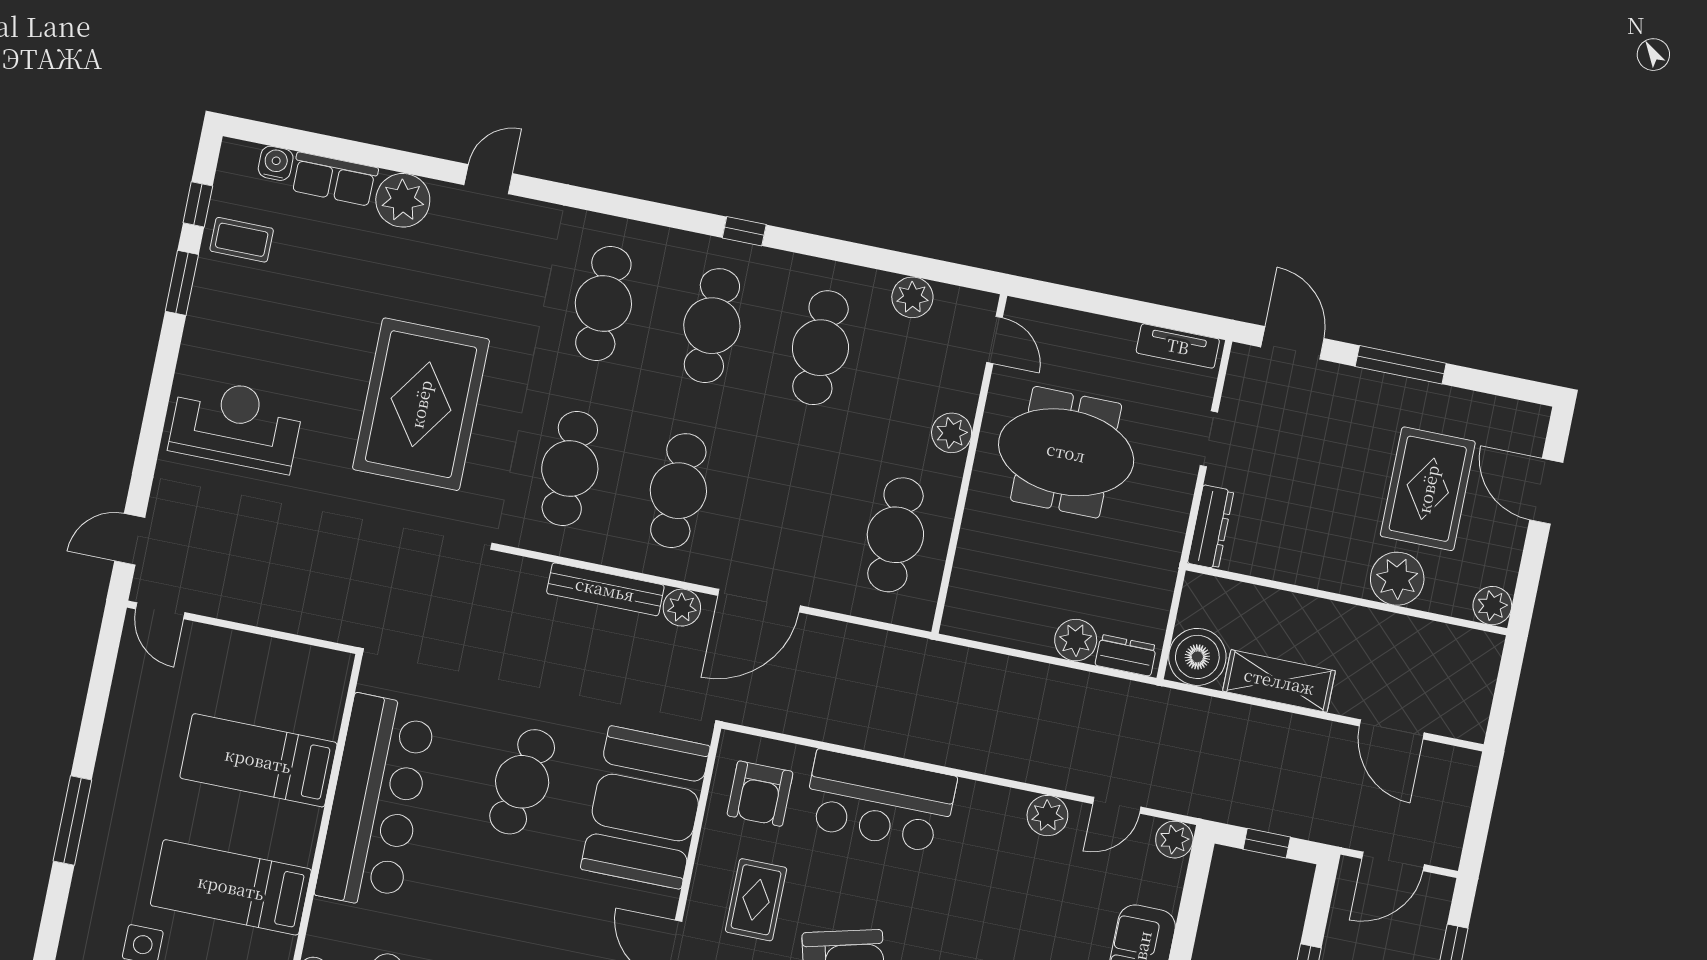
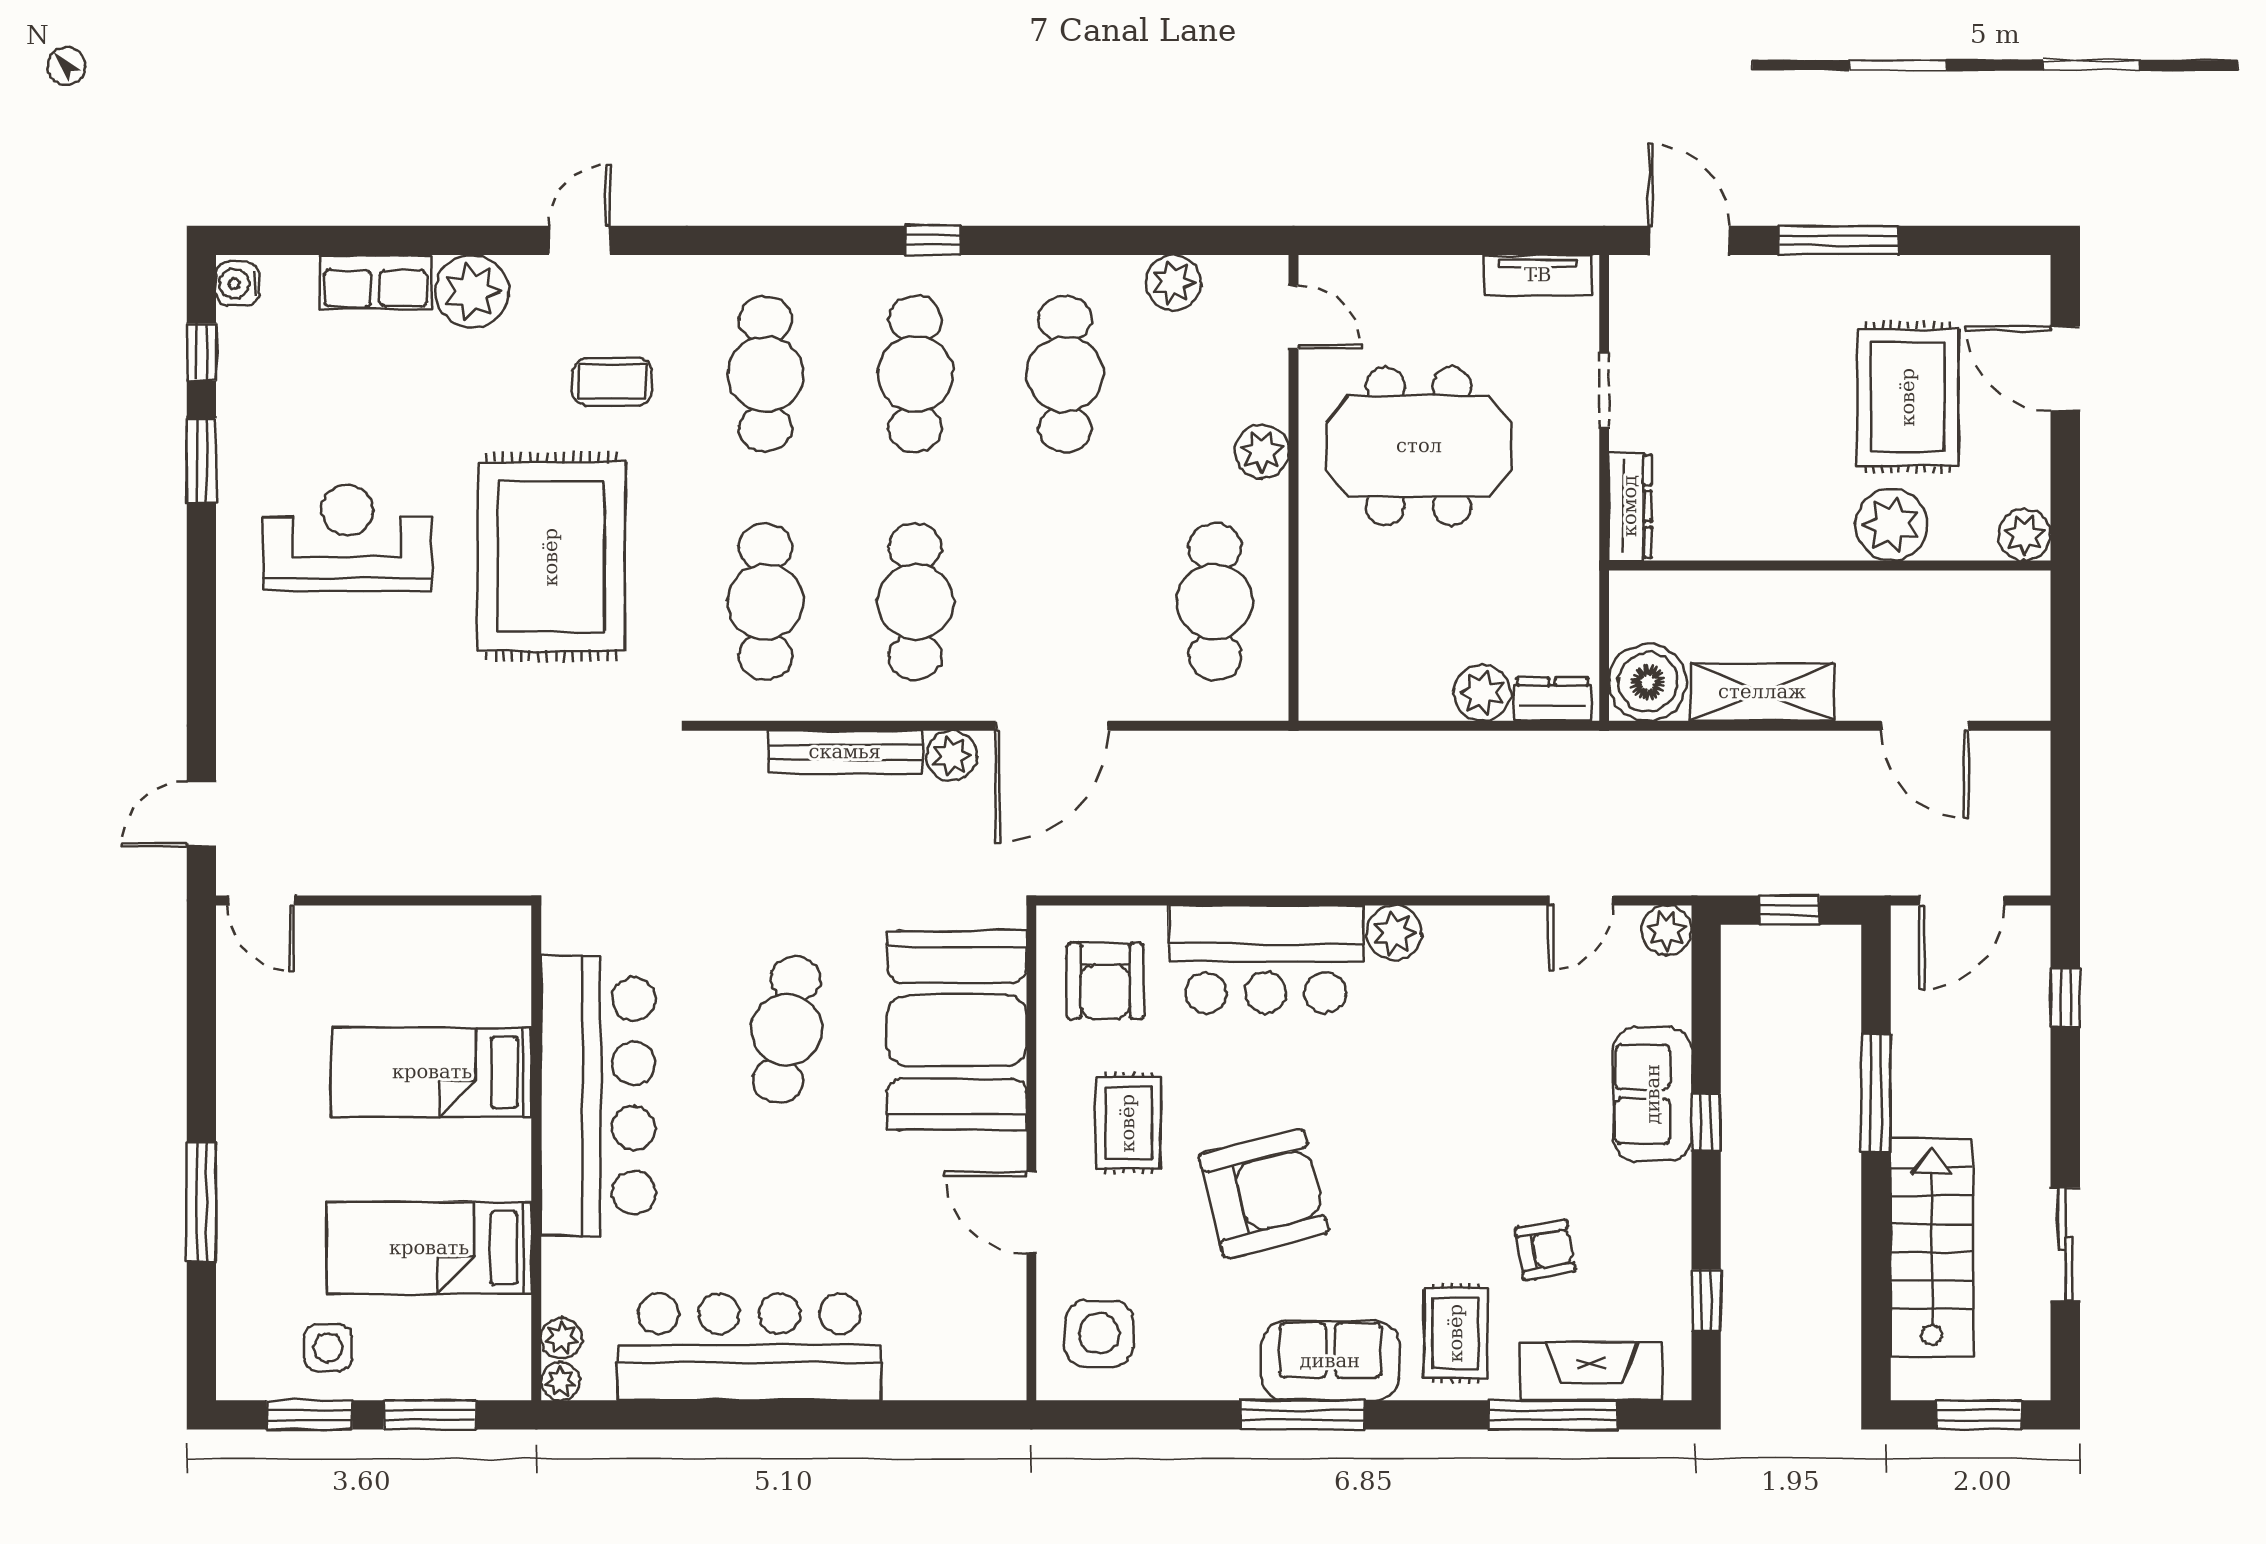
water cooler: (276, 163) -> (238, 284), moved, turned -90
coffee table: (242, 240) -> (612, 382), moved
reception desk: (236, 425) -> (347, 538), moved
plant: (1047, 816) -> (1394, 933), moved

